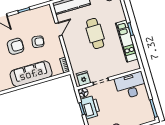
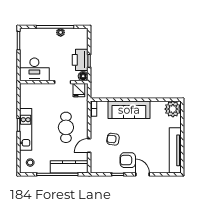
cafe table: (95, 33) -> (66, 127), moved
kitchen unit: (127, 41) -> (26, 129), moved
armchair: (16, 46) -> (128, 160), moved

